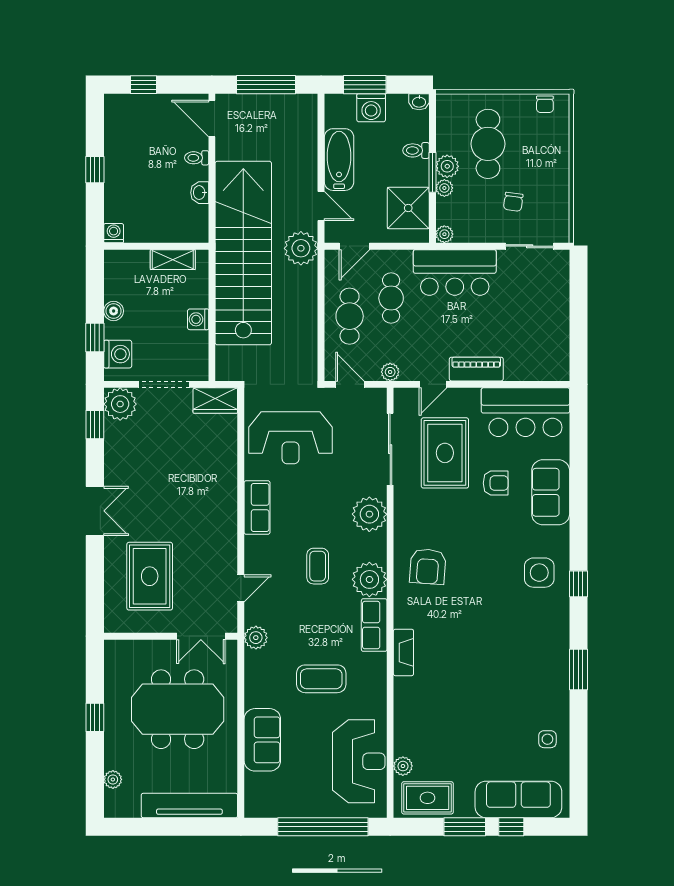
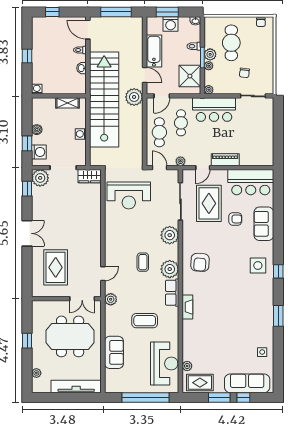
row of seats: (257, 507) -> (111, 232), removed

